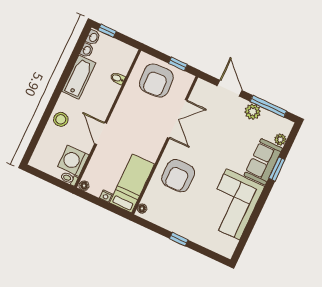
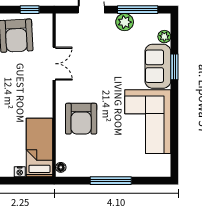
double door: (177, 119) -> (54, 64), width x0.73
window: (179, 239) -> (111, 181), width x2.17

